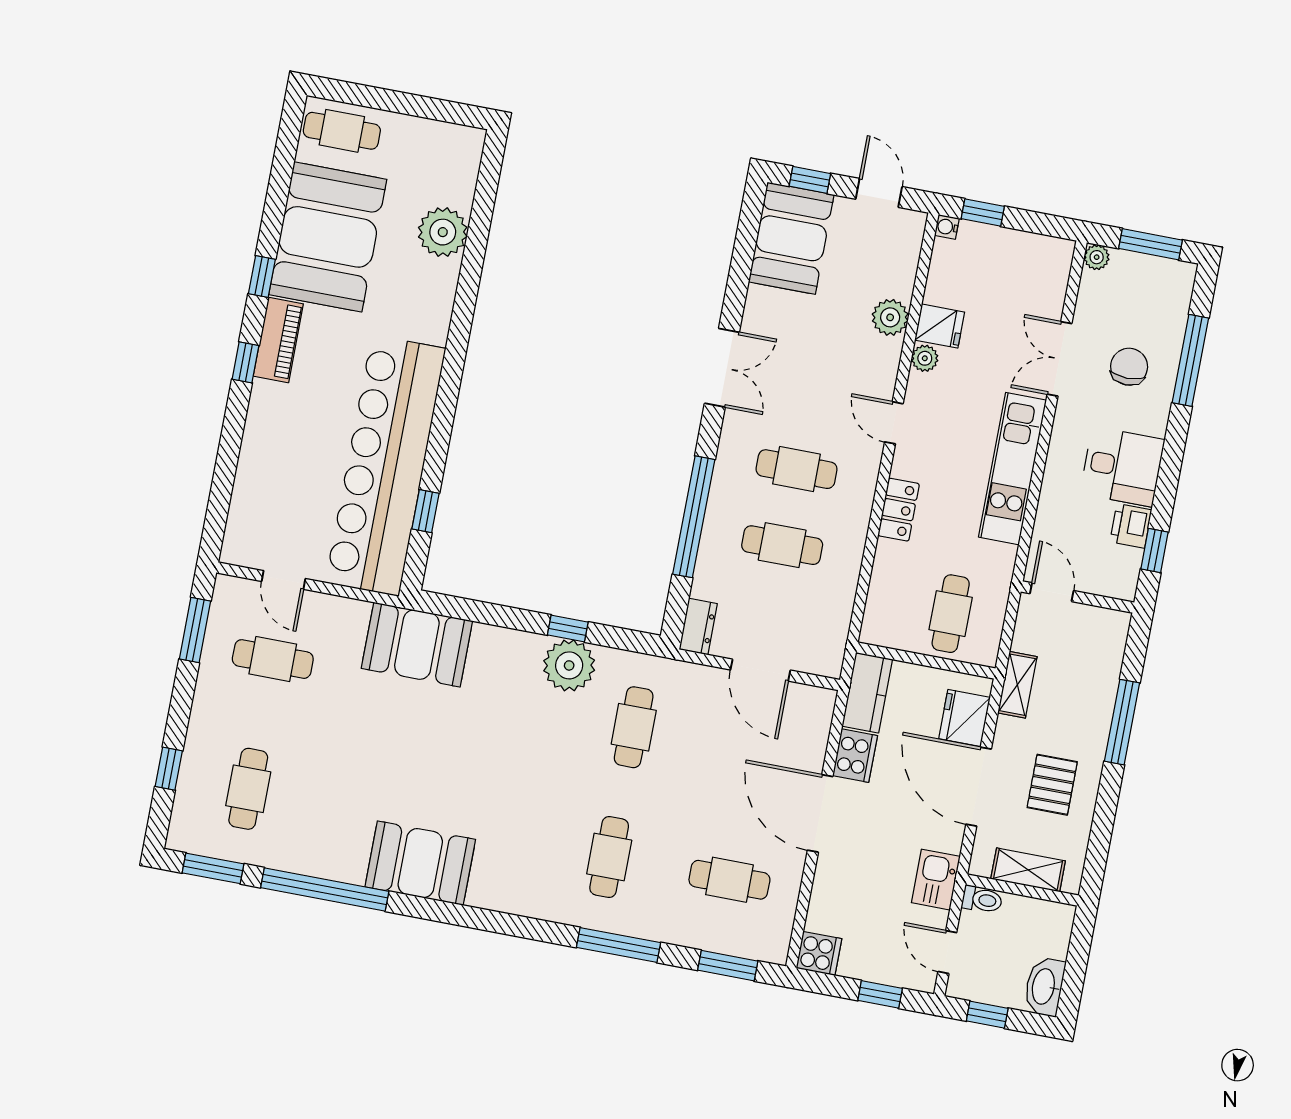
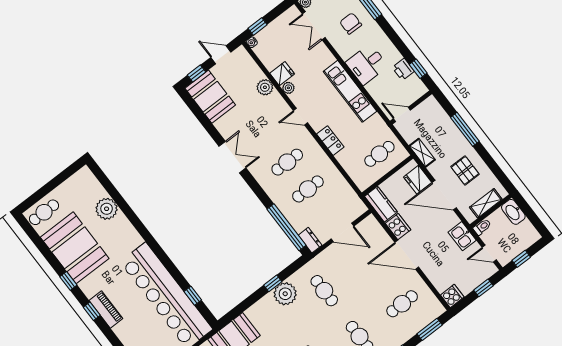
piano: (278, 340) -> (106, 310), moved
double door: (1059, 359) -> (314, 26), moved
desk: (1122, 467) -> (367, 64), moved, turned 180
window: (694, 517) -> (286, 227), moved
cafe table: (951, 614) -> (379, 154), turned 90
washbasin: (1044, 987) -> (513, 212), moved

